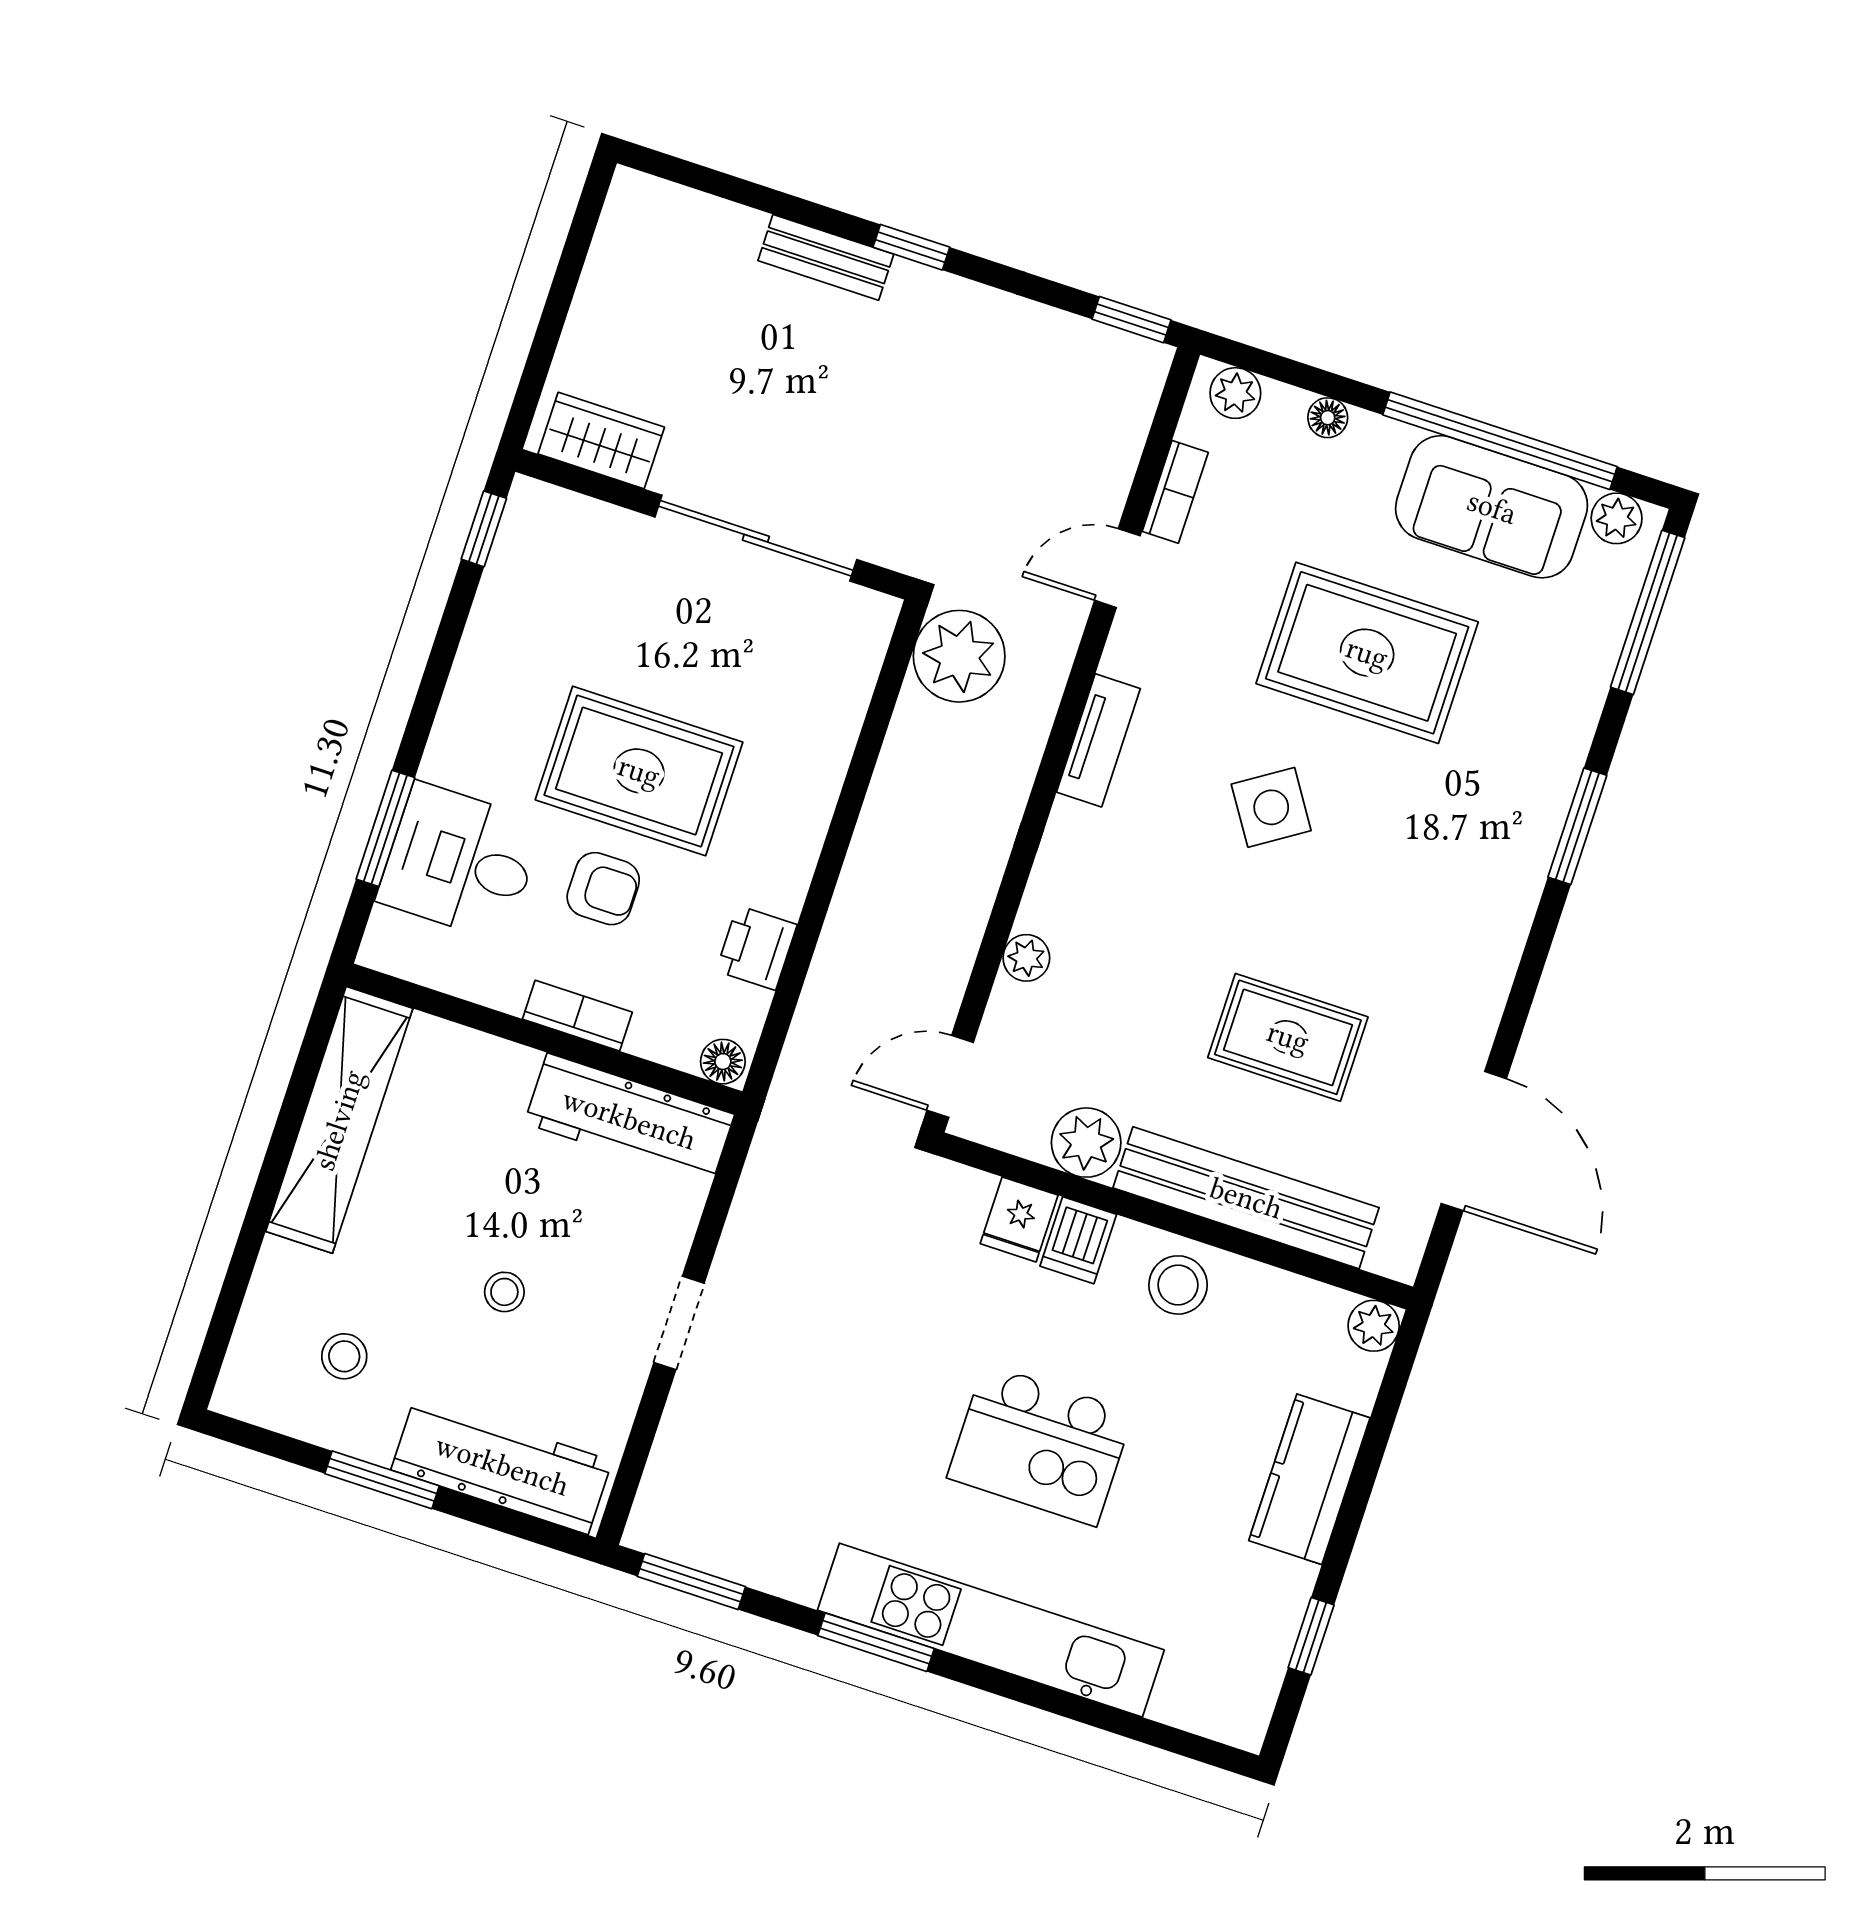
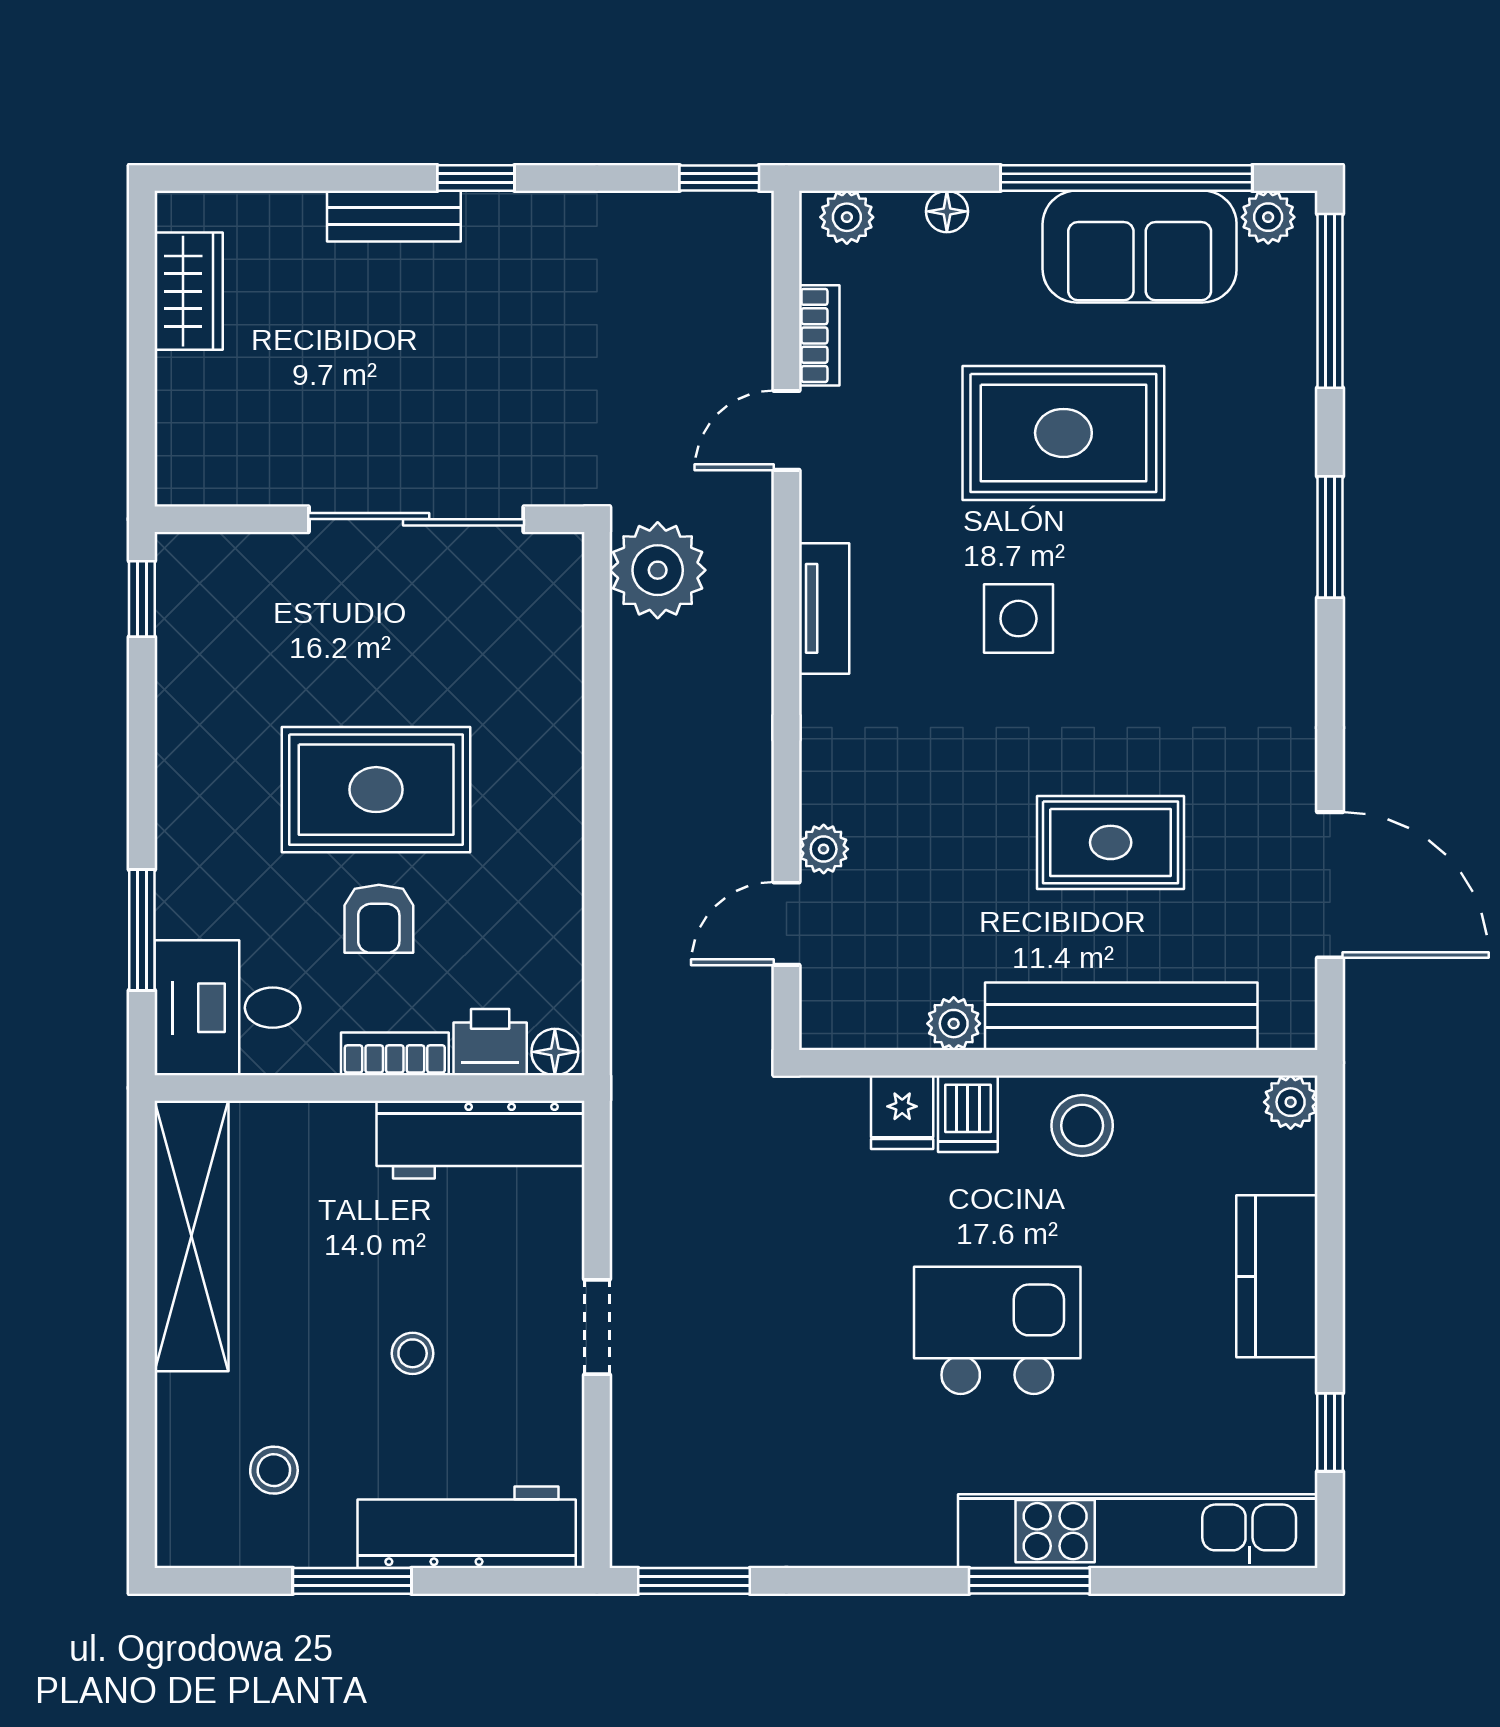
wardrobe: (601, 441) -> (189, 291), moved, turned 90
side table: (1271, 807) -> (1018, 619), turned 33
desk: (460, 862) -> (227, 1008), moved
armchair: (603, 889) -> (379, 919), turned 90
printer: (756, 948) -> (490, 1042), moved, turned 90
door: (950, 1076) -> (786, 924), moved
plant: (1086, 1143) -> (954, 1024), width x0.73, depth x0.73
kitchen island: (1040, 1445) -> (997, 1330), turned 180
kitchen unit: (991, 1630) -> (1138, 1531), moved
window: (876, 1642) -> (1029, 1581), moved

